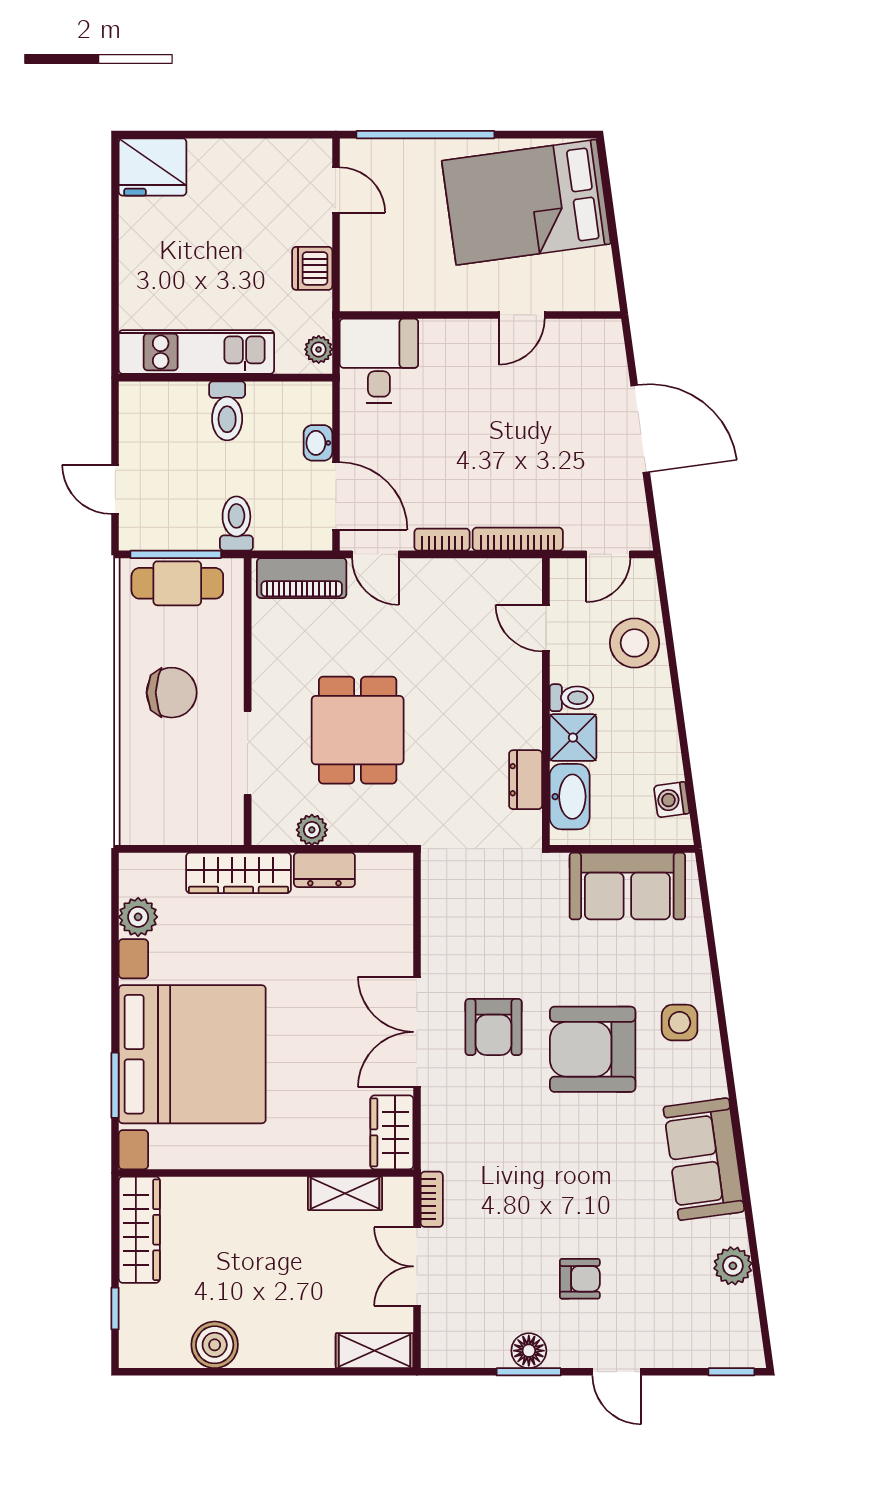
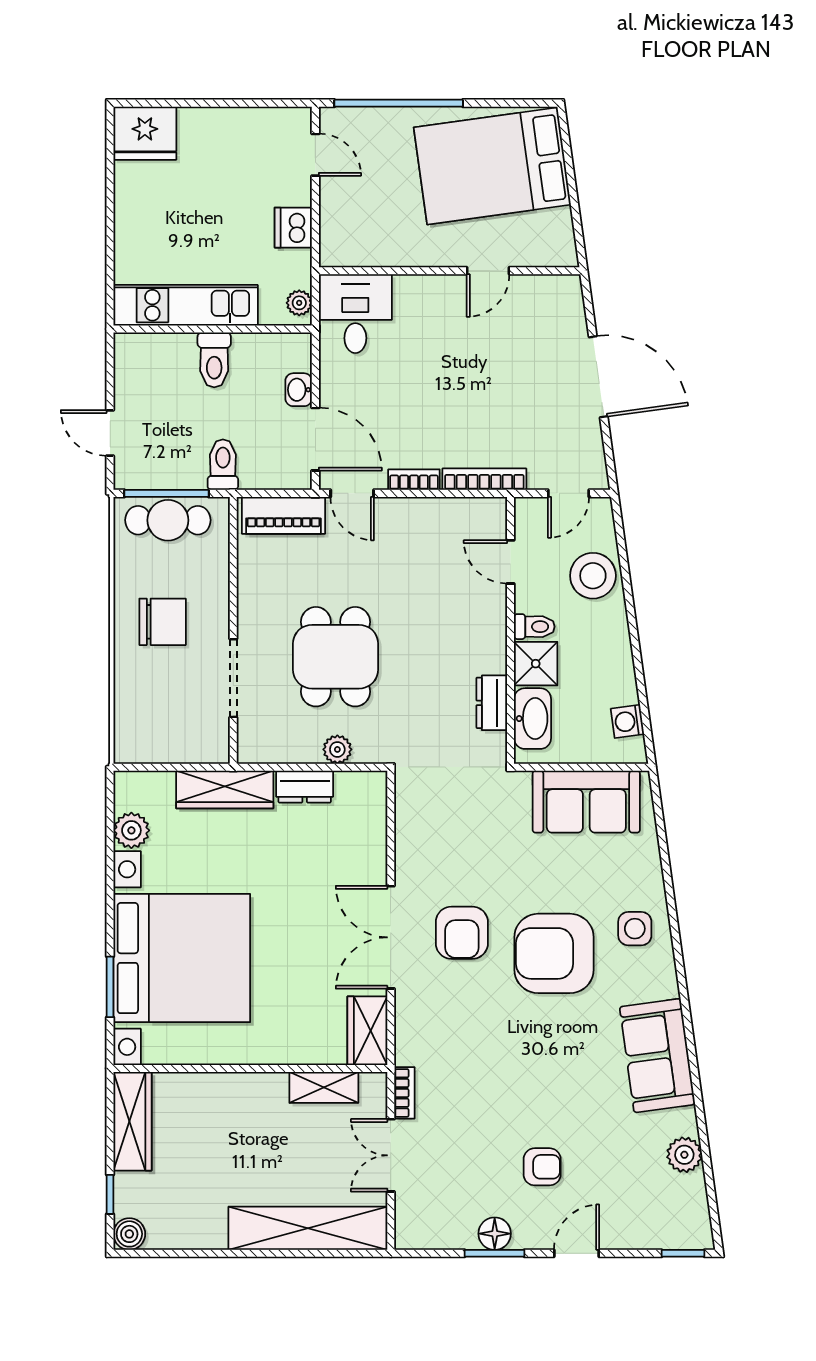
plant: (312, 830) -> (337, 749), moved
boiler: (215, 1345) -> (129, 1234), moved, width x0.73, depth x0.73
shelving: (374, 1351) -> (308, 1228), width x2.20, depth x1.33
door: (617, 1372) -> (577, 1253), swing flipped

